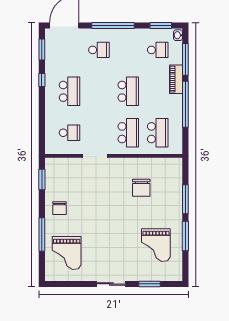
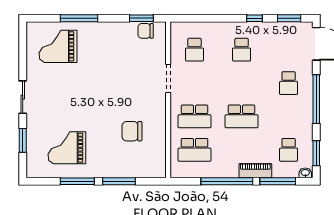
school desk: (70, 91) -> (242, 50), width x0.54
chair: (60, 208) -> (146, 31), moved

